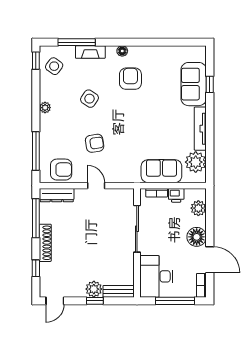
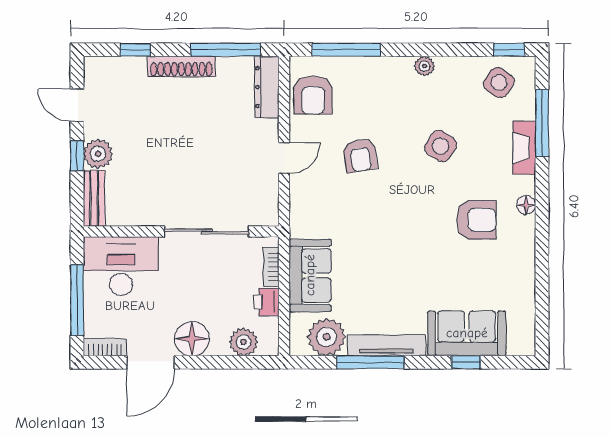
window: (210, 138) -> (370, 362), added
door: (55, 301) -> (77, 105), moved

